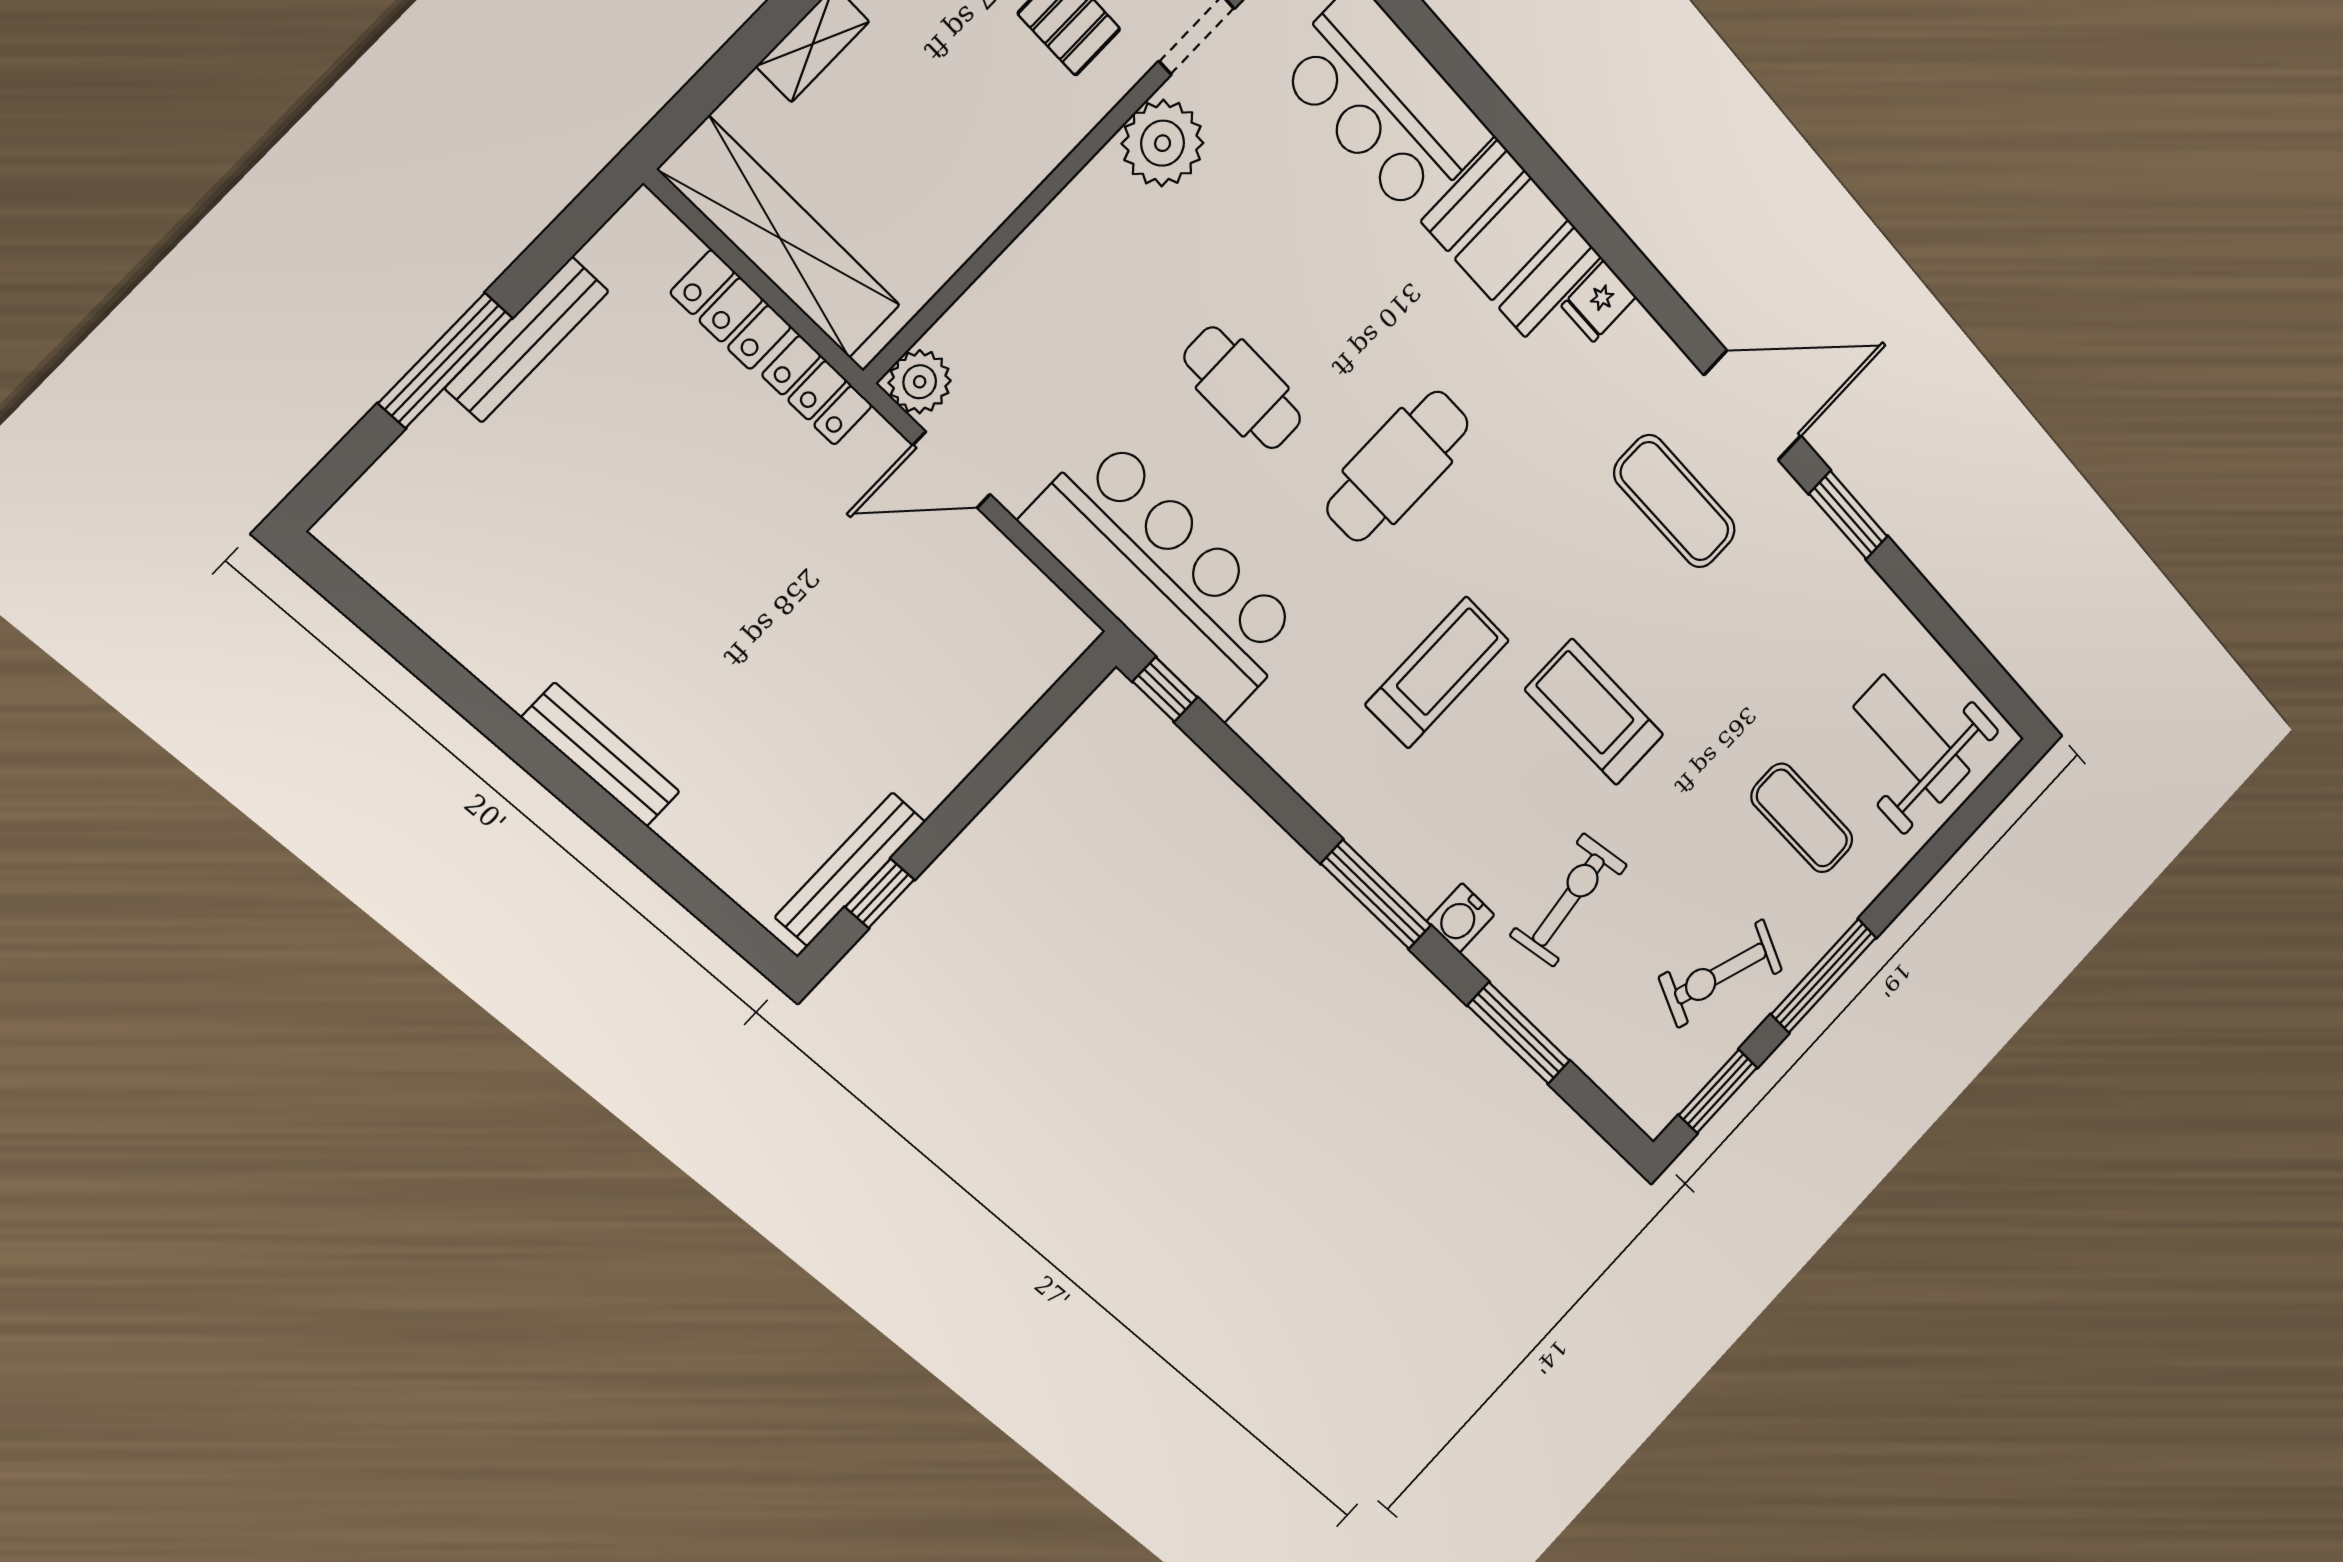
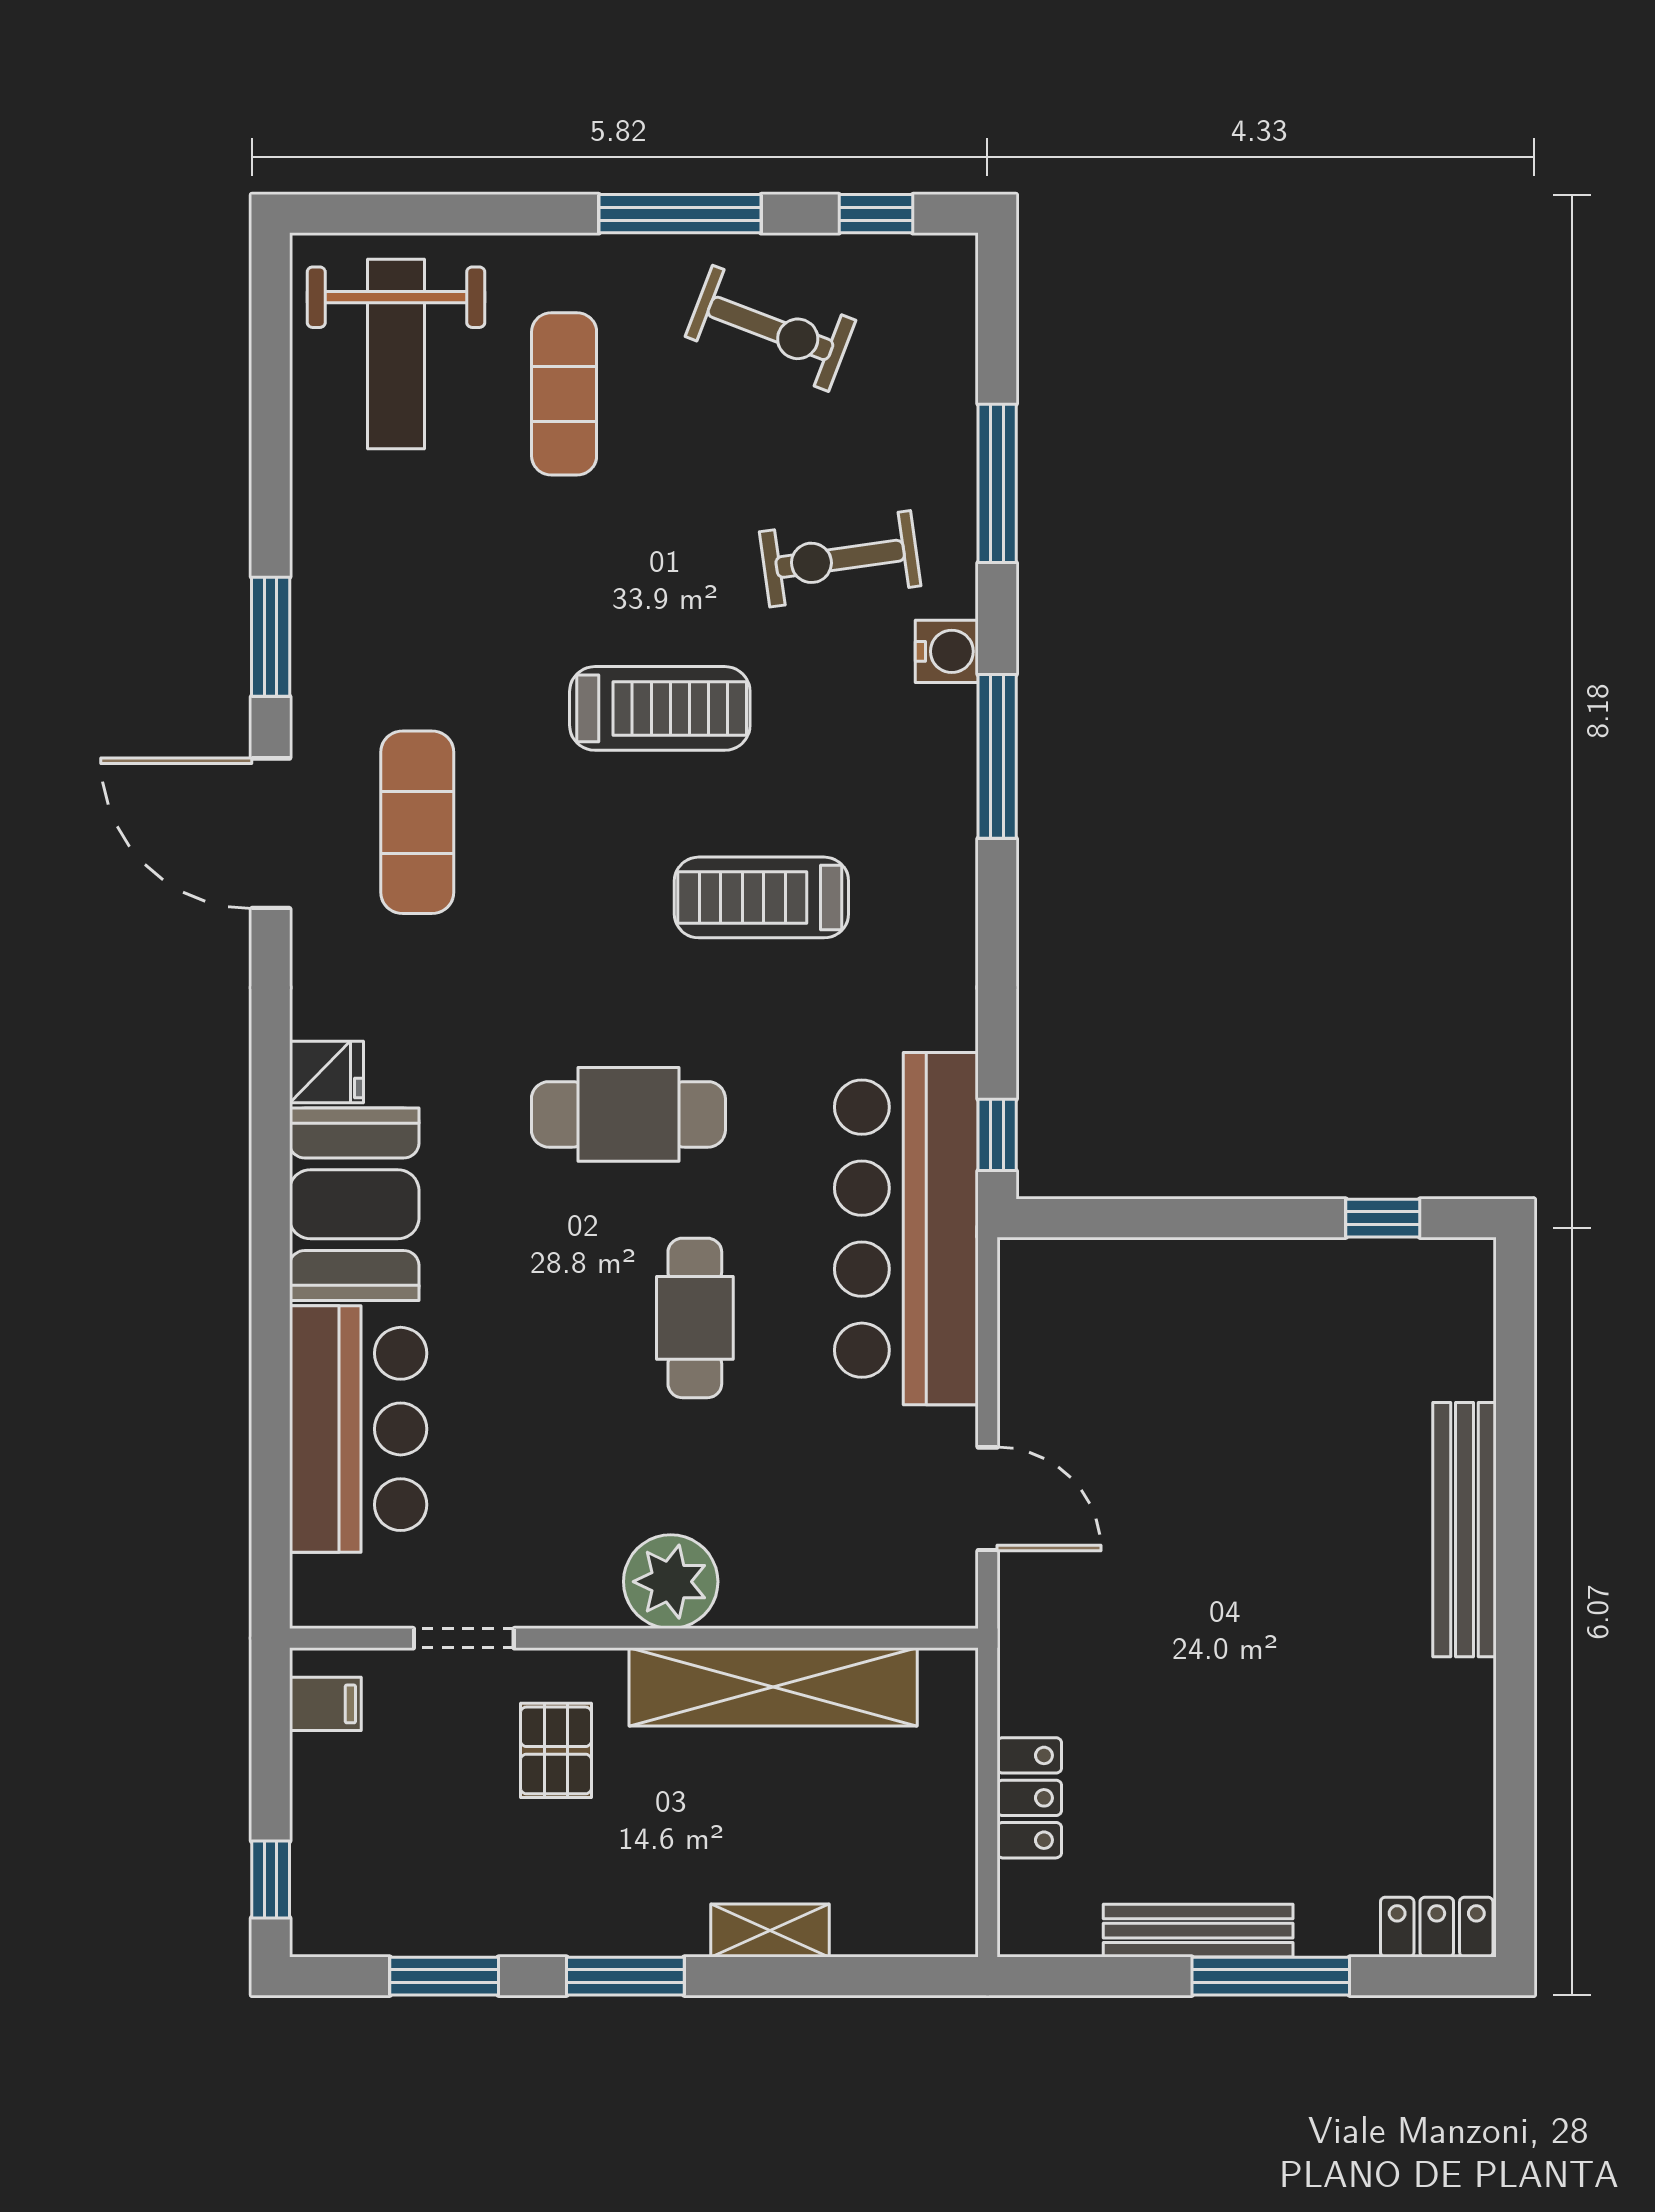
plant: (1163, 143) -> (671, 1582), moved
shelving: (780, 238) -> (773, 1687), moved, turned 90
plant: (920, 382) -> (943, 1594), removed
locker: (817, 390) -> (1437, 1927), moved, turned -90
treadmill: (1594, 712) -> (660, 708), turned -90
bench: (601, 755) -> (1464, 1530), width x1.37, depth x1.21
bench: (850, 869) -> (1385, 1264), removed
window: (1718, 1091) -> (876, 214), width x0.67

